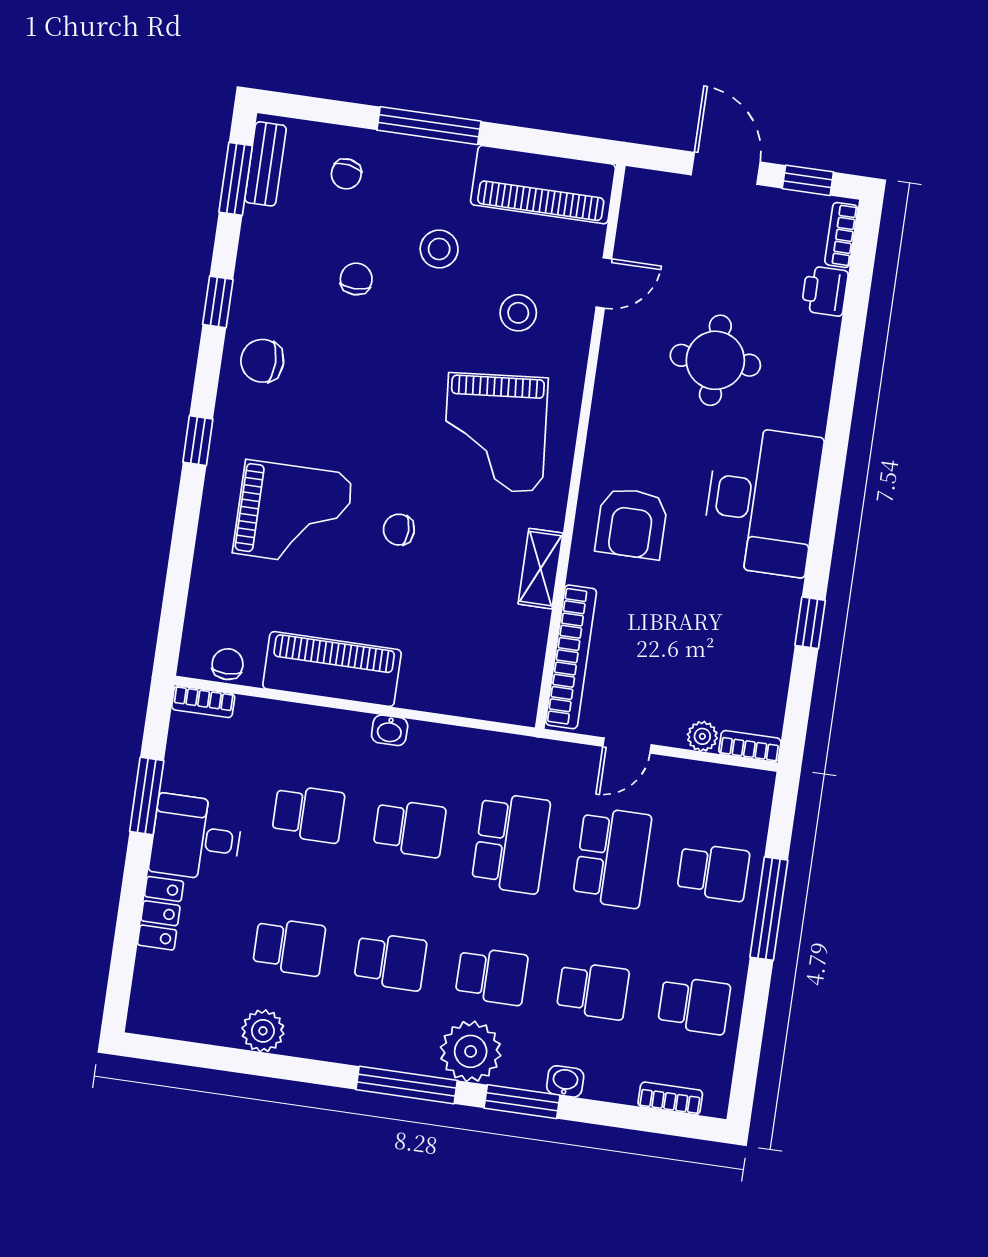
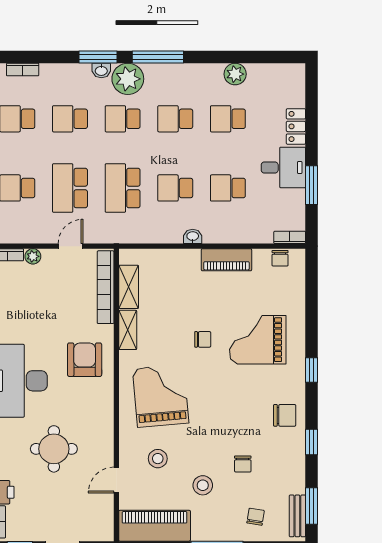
shelving: (527, 651) -> (129, 287), added
piano: (332, 669) -> (226, 260), width x0.73, depth x0.75
washbasin: (565, 1081) -> (101, 70), moved

